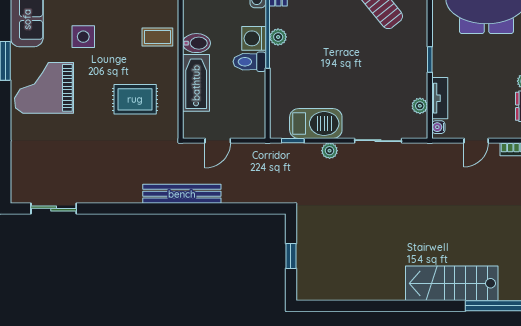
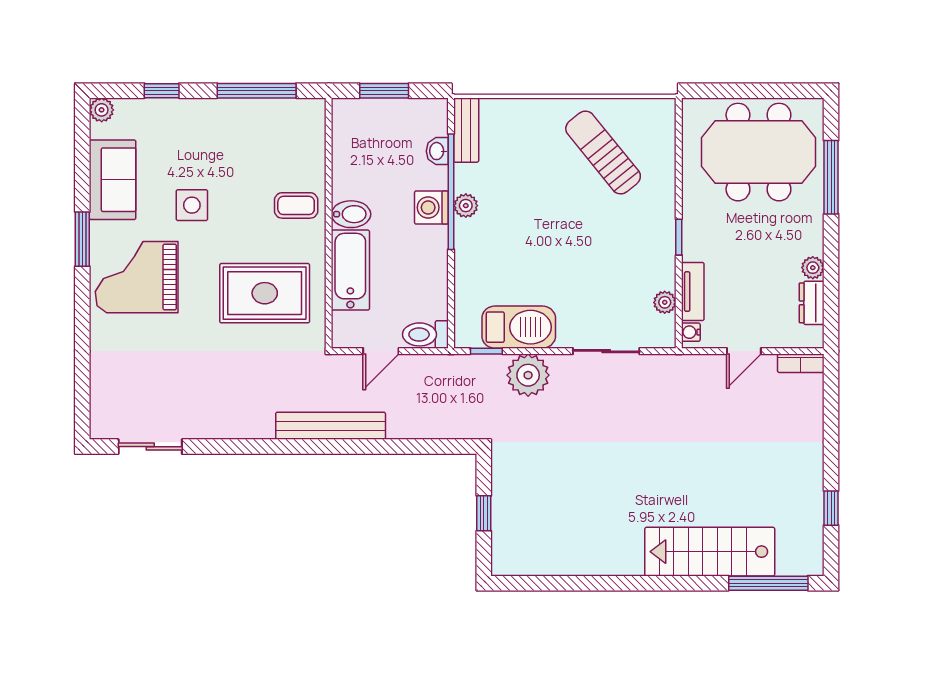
toilet: (249, 62) -> (425, 334), moved
rug: (135, 99) -> (265, 293), width x1.36, depth x1.43
plant: (330, 151) -> (528, 375), width x1.88, depth x1.88

